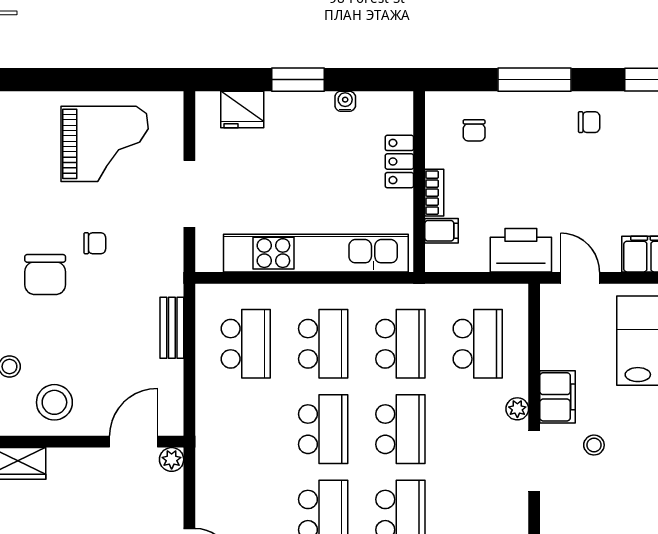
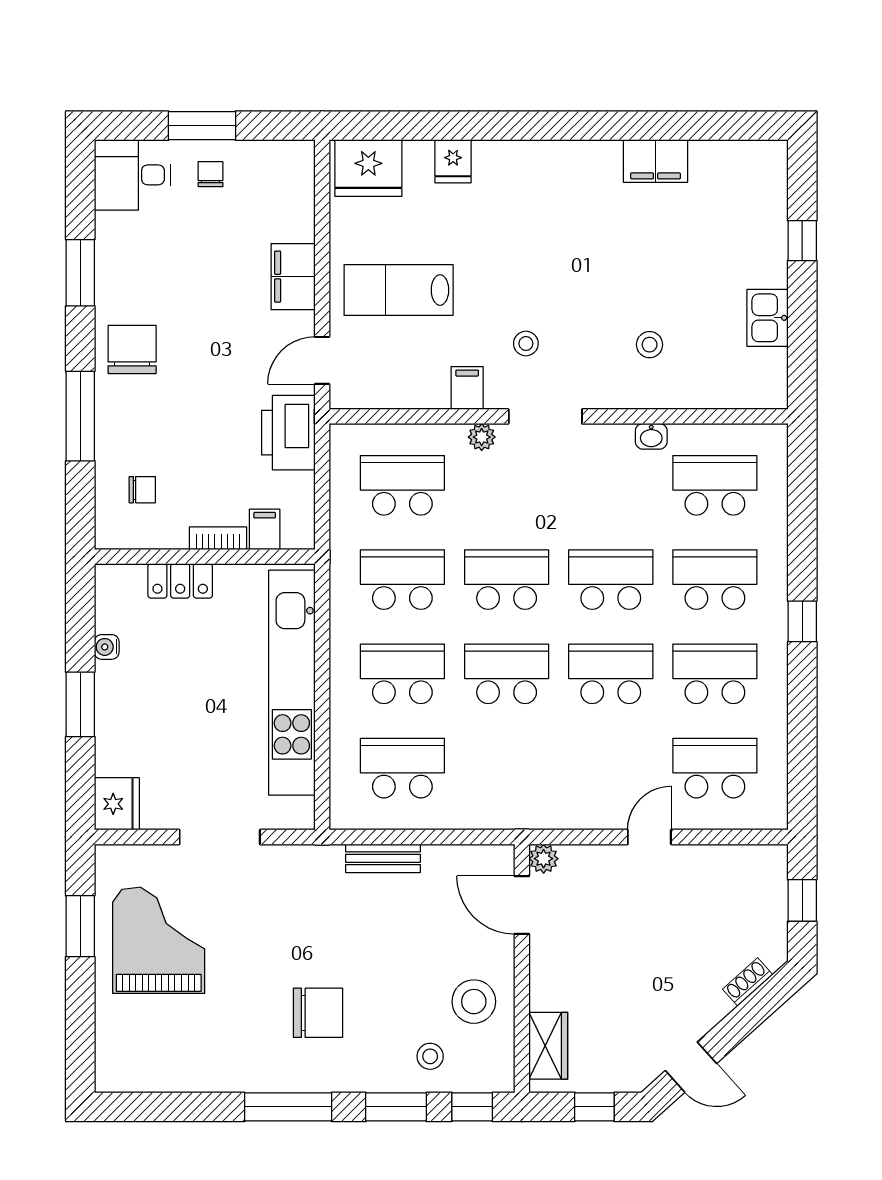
window: (116, 80) -> (80, 926), added
fridge: (242, 110) -> (117, 804), moved
chair: (589, 122) -> (132, 349), width x1.87, depth x1.87
chair: (95, 243) -> (280, 952), removed
filing cabinet: (557, 397) -> (467, 388), width x0.50

